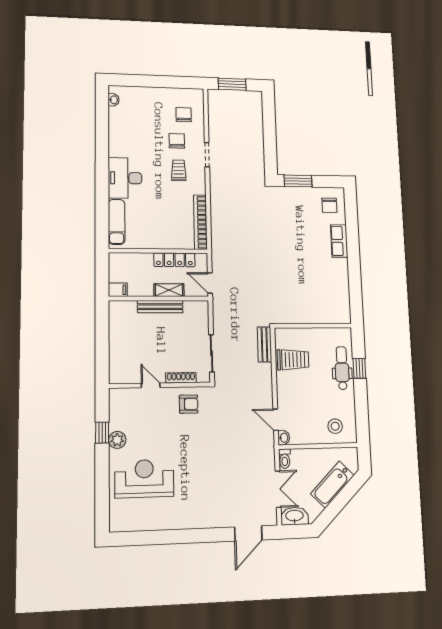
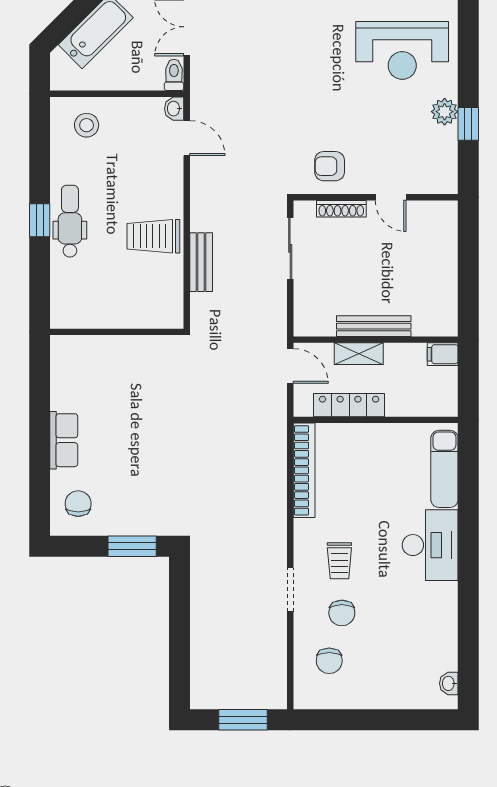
wall: (313, 326) -> (117, 332), moved
dental chair: (342, 368) -> (70, 221), turned 180

